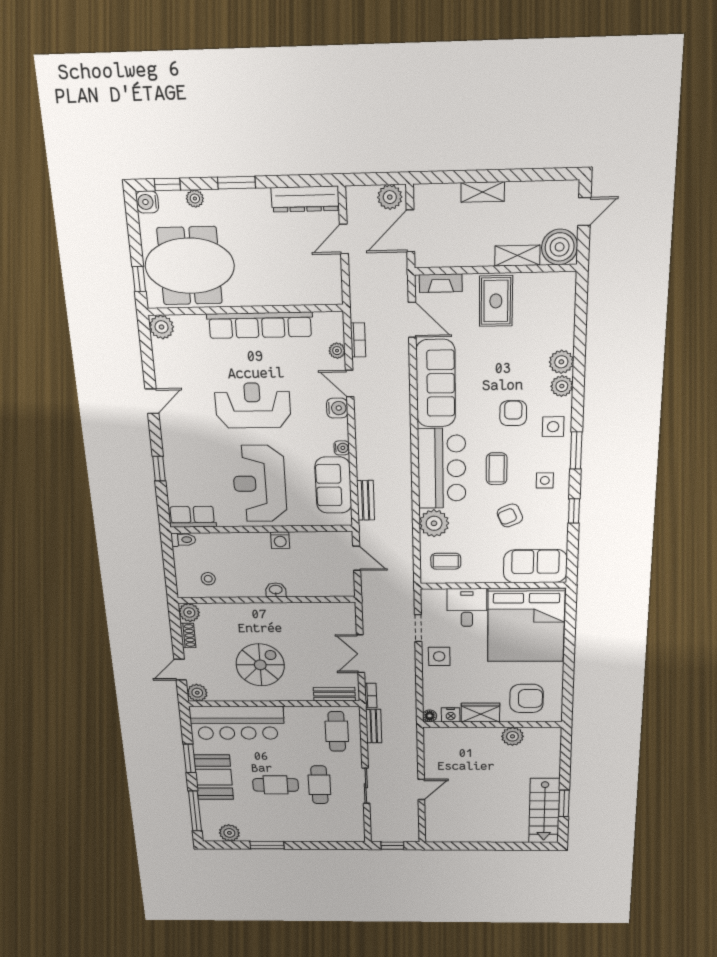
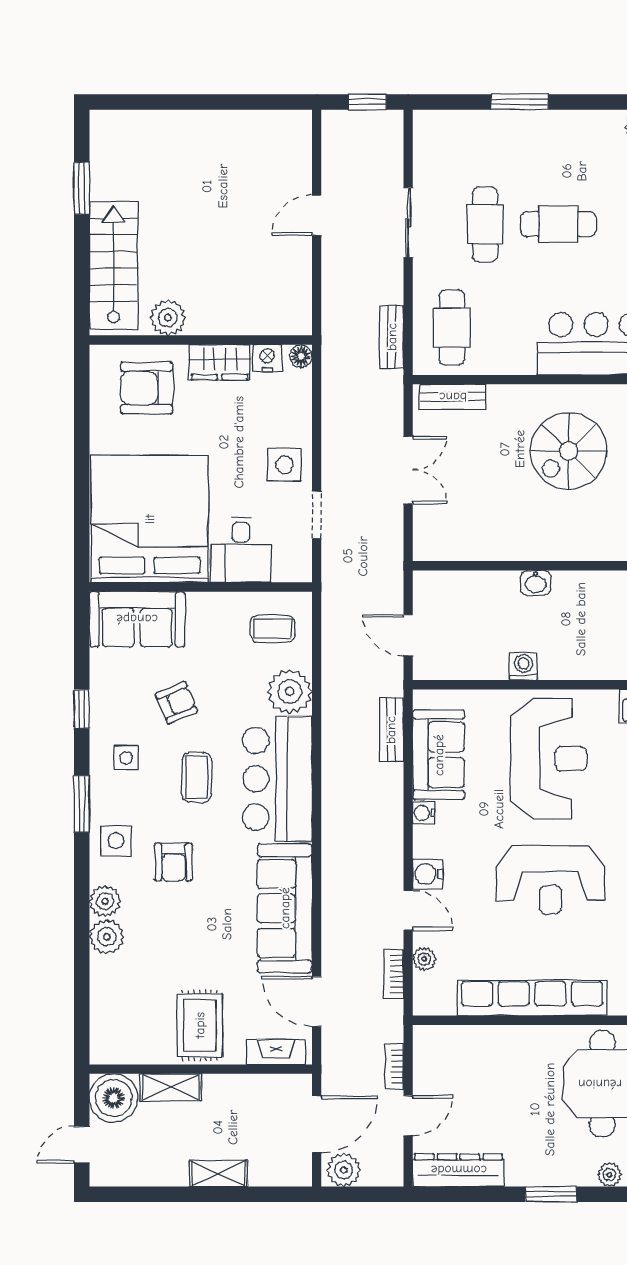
bookcase: (371, 696) -> (394, 1067), moved
stairs: (544, 811) -> (114, 266), moved
window: (267, 845) -> (520, 102), moved

